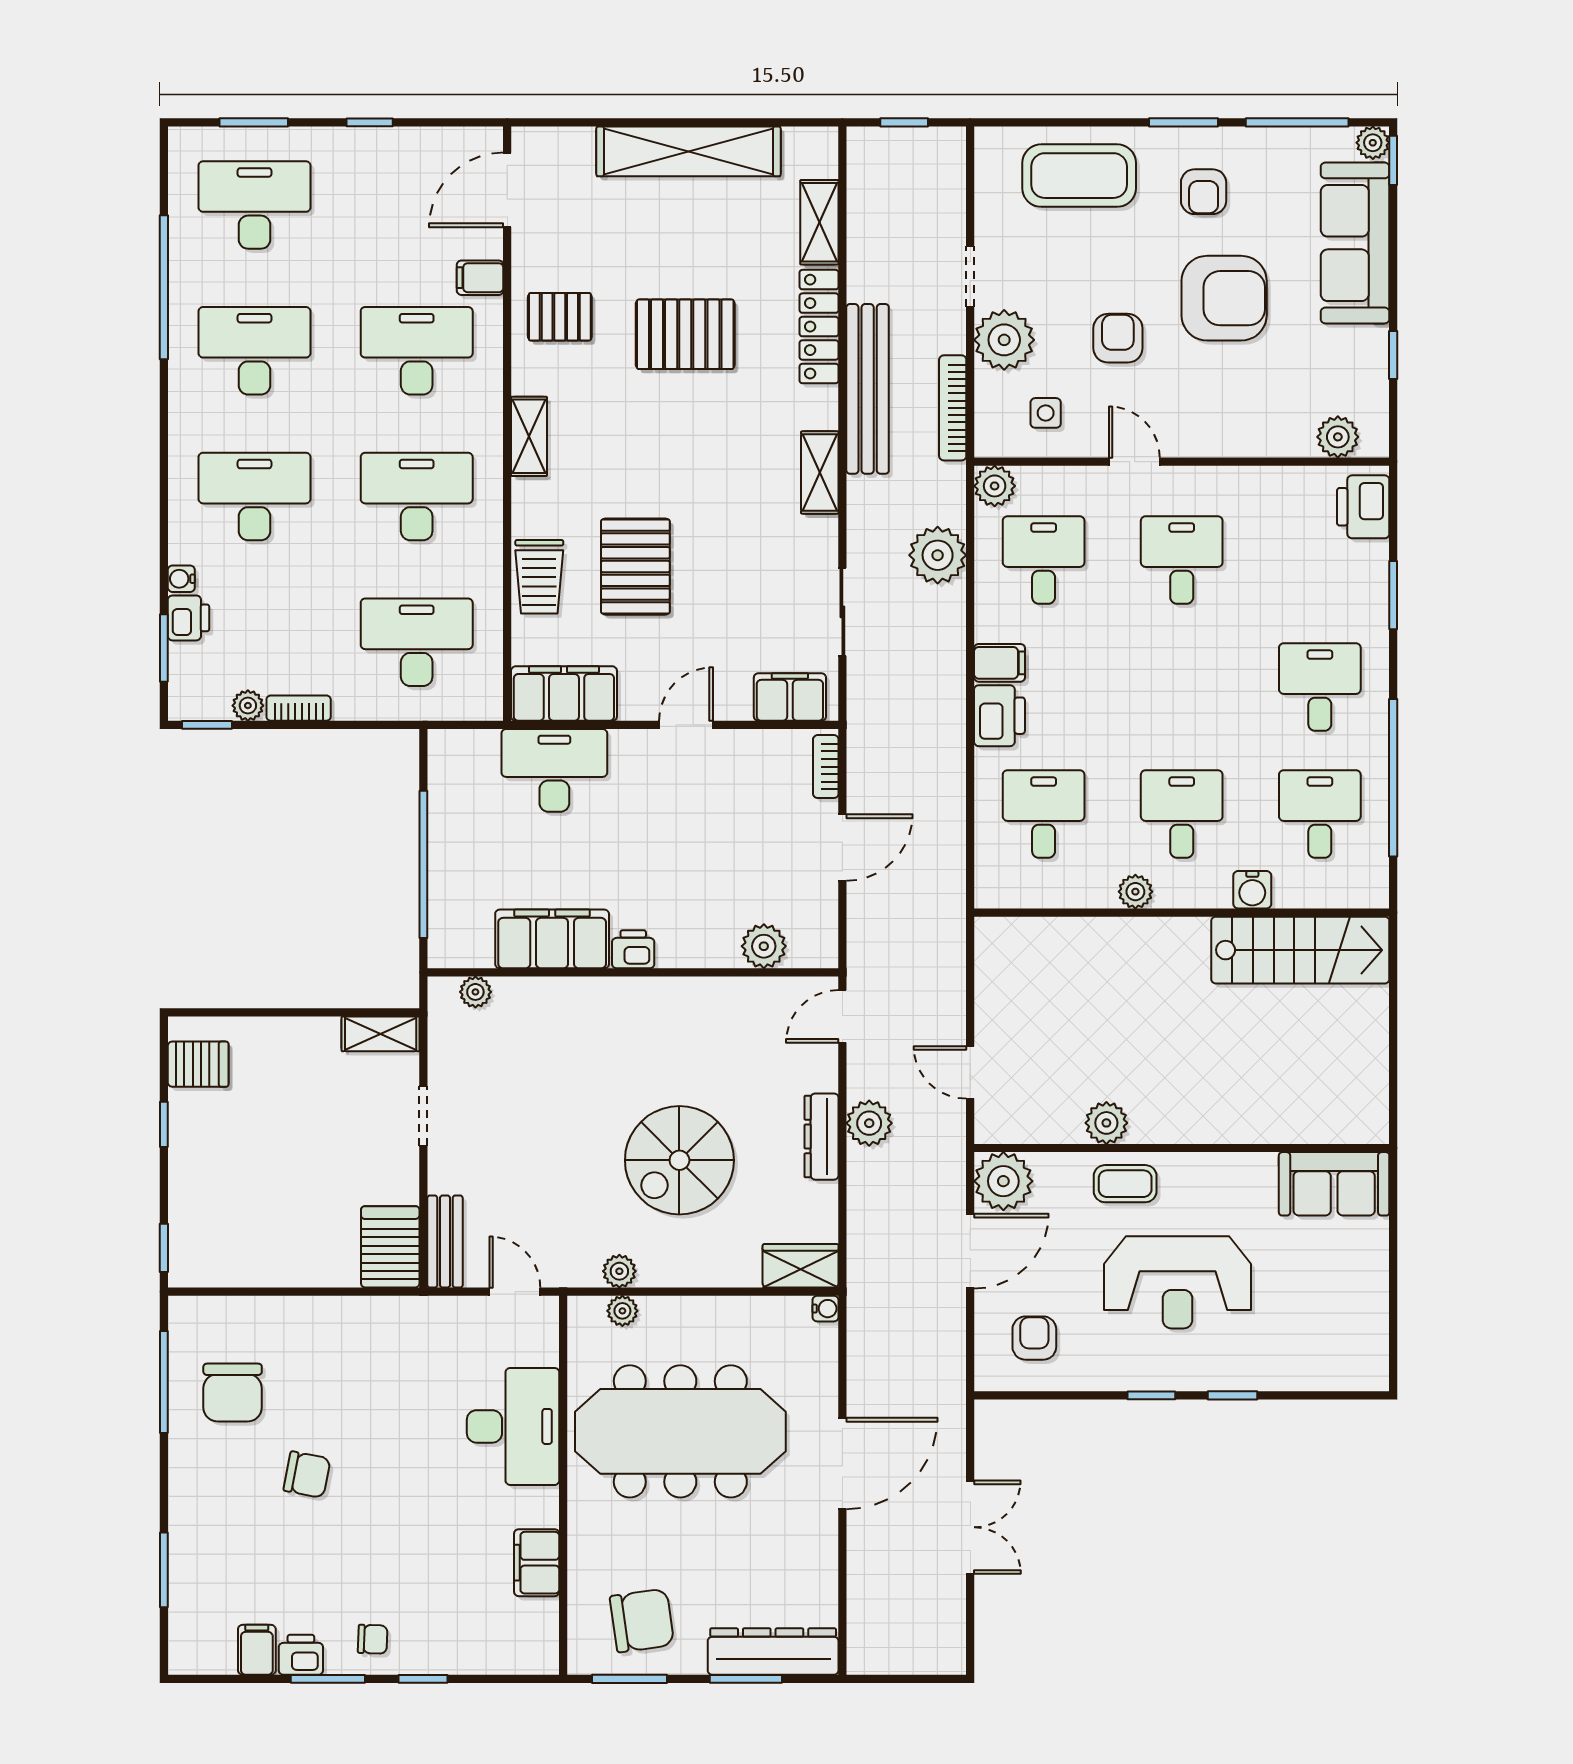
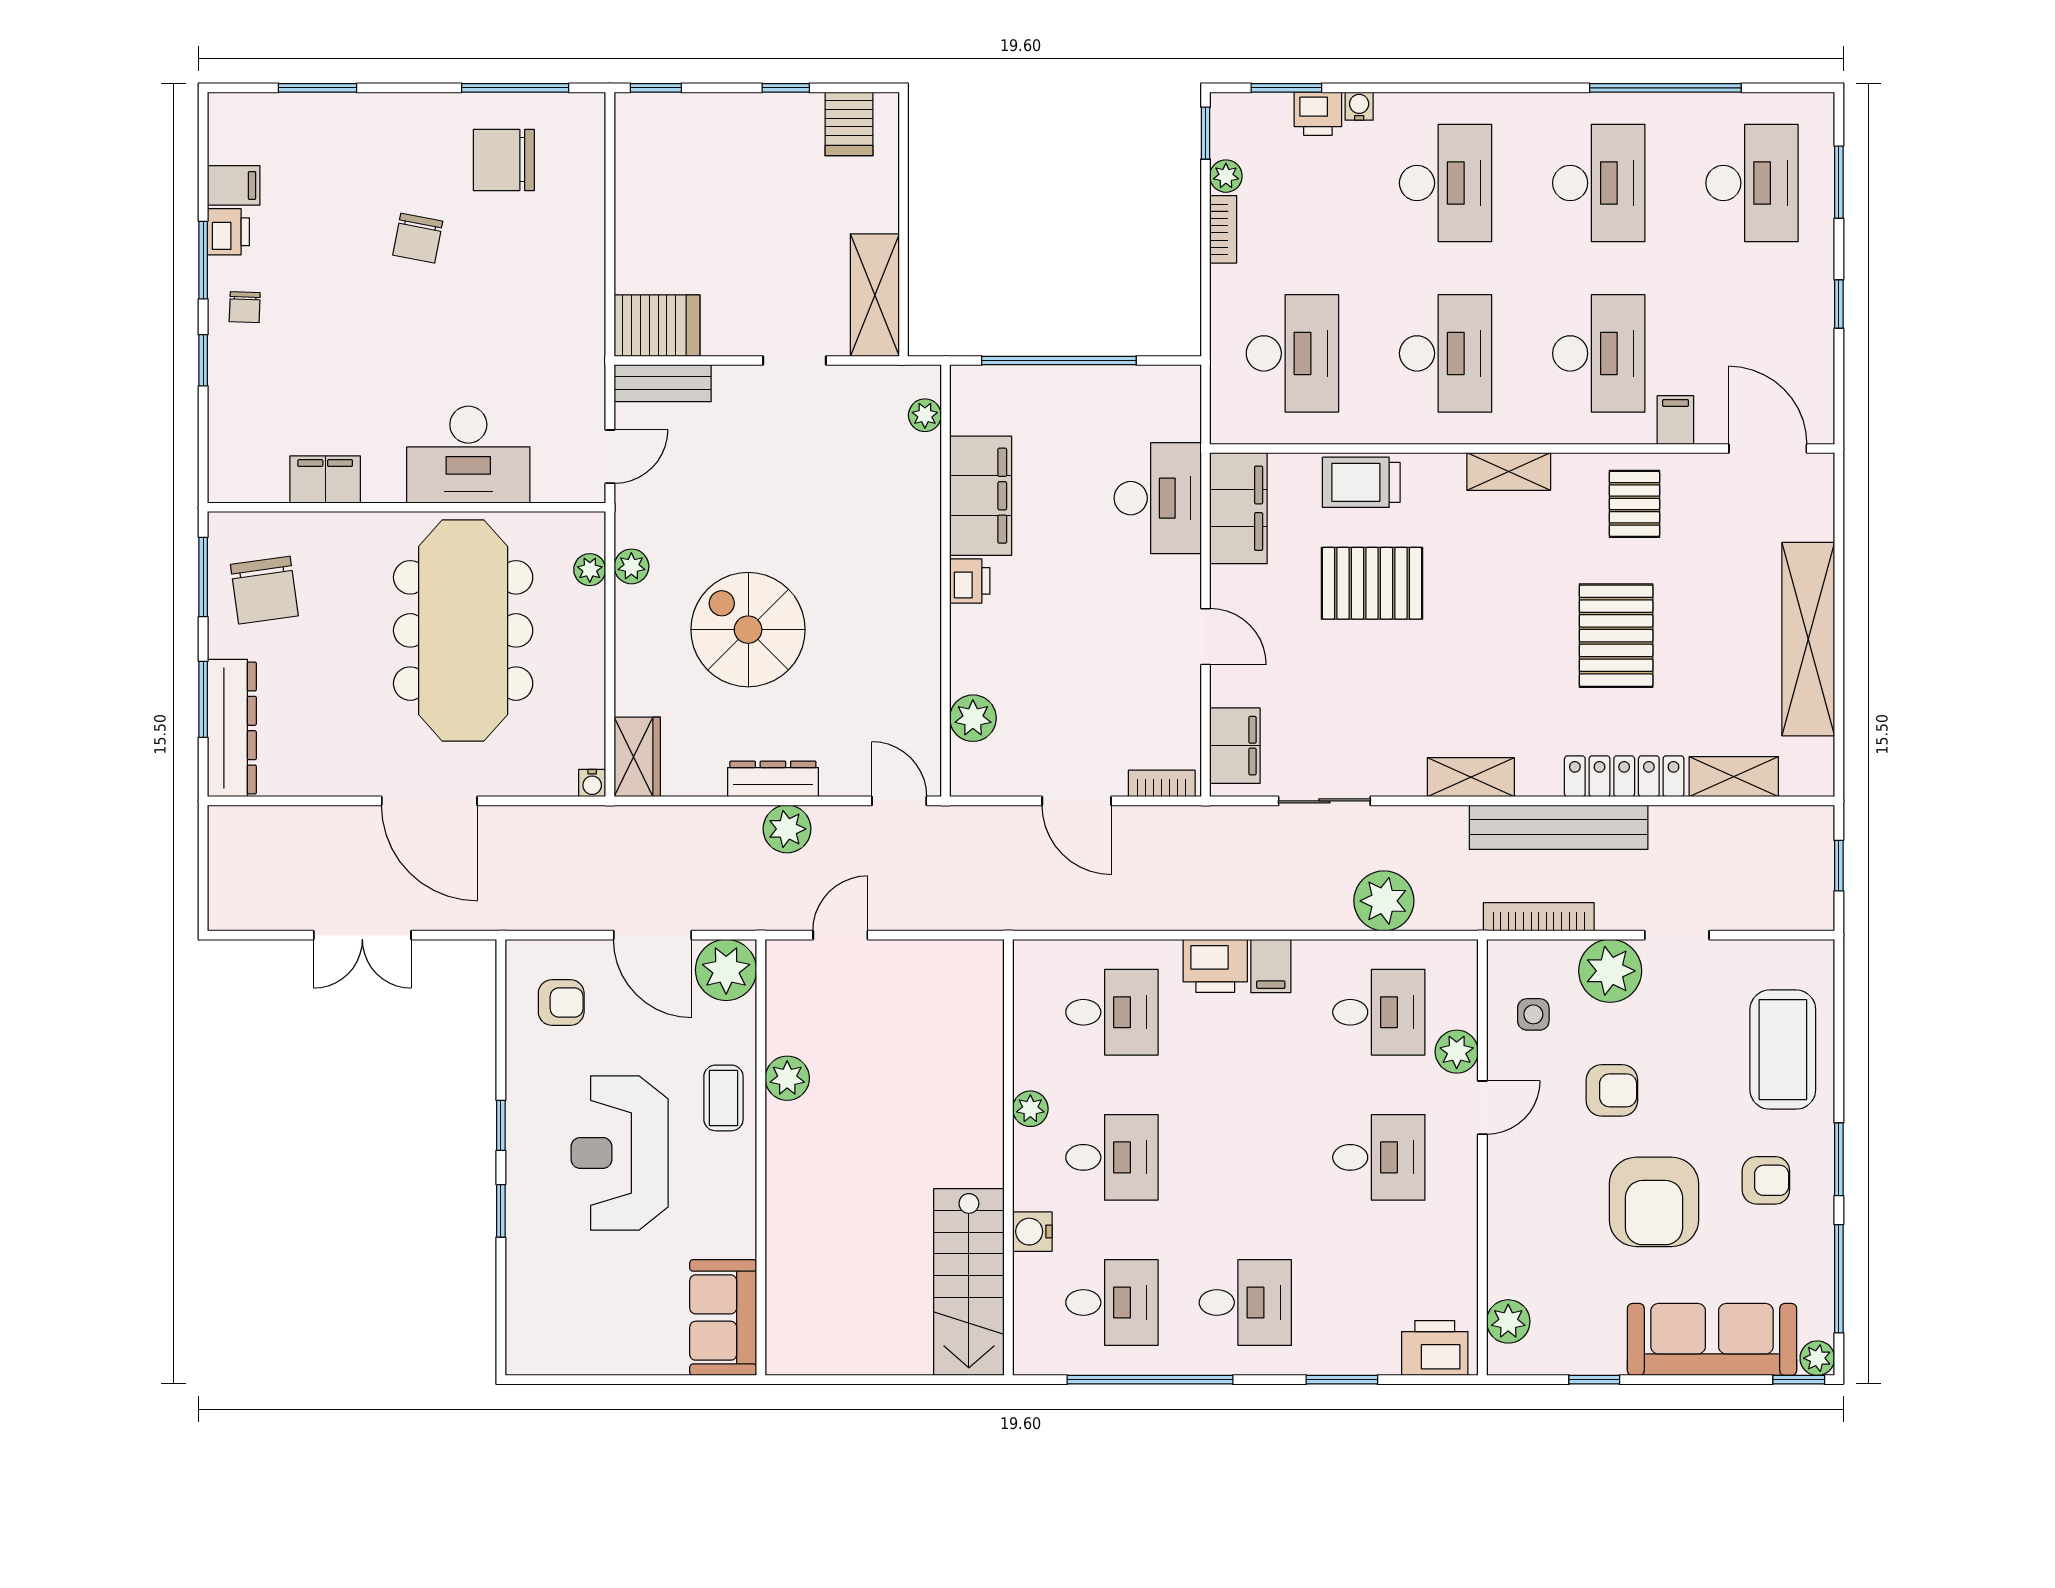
armchair: (1204, 192) -> (1766, 1180), turned 180
plant: (995, 486) -> (1457, 1052), moved
shelving: (381, 1034) -> (875, 295), width x1.50, depth x1.33

